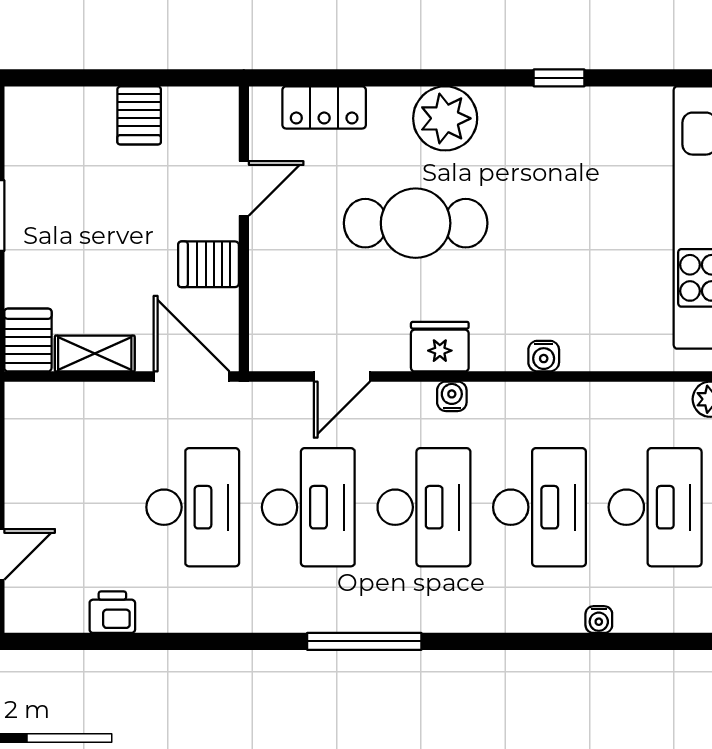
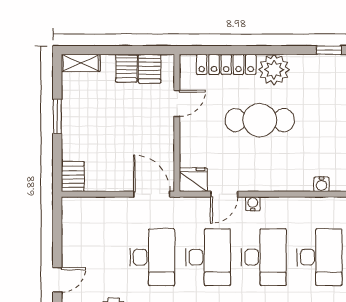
locker: (324, 107) -> (226, 64), width x1.53
server rack: (208, 264) -> (150, 69), moved, turned -90
fridge: (440, 347) -> (193, 180), moved
shelving: (95, 353) -> (81, 63), moved
water cooler: (452, 396) -> (253, 204), moved

